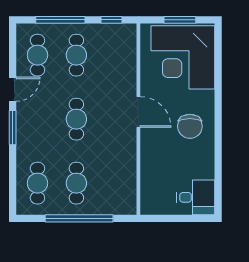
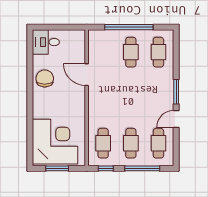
door: (138, 112) -> (87, 75), moved
cafe table: (76, 119) -> (103, 143), moved
chair: (190, 126) -> (45, 78), moved

